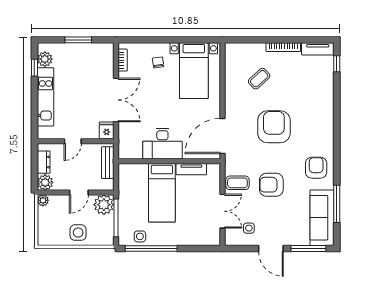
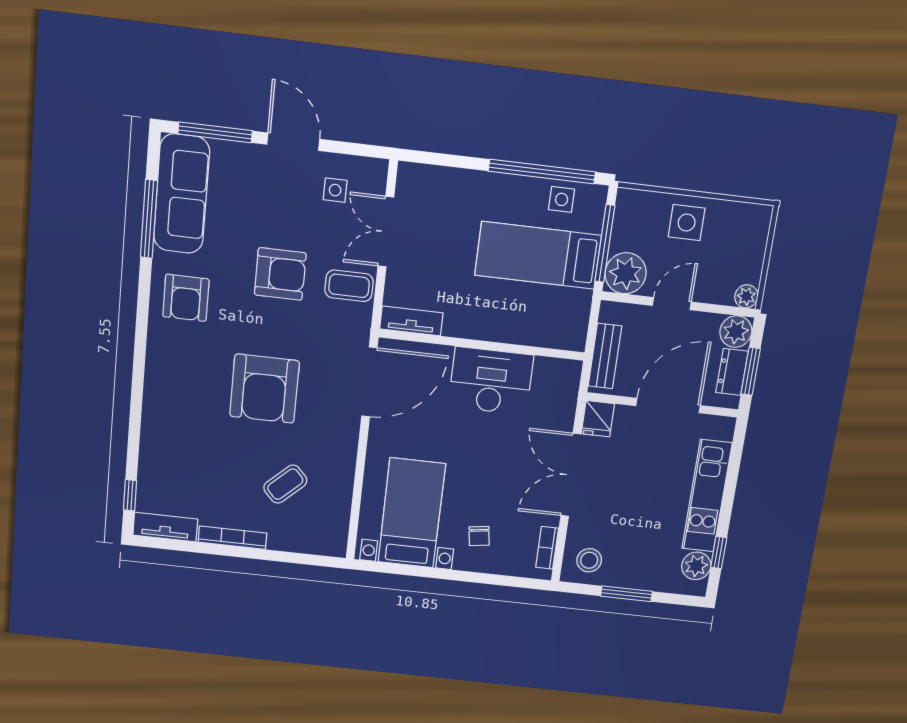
stool: (100, 56) -> (589, 560), added
door: (73, 141) -> (668, 406), width x1.88
window: (34, 163) -> (751, 371), added
tv unit: (191, 169) -> (411, 321), moved
bed: (162, 193) -> (538, 255), moved, turned -90

